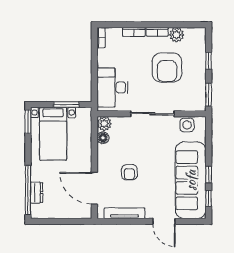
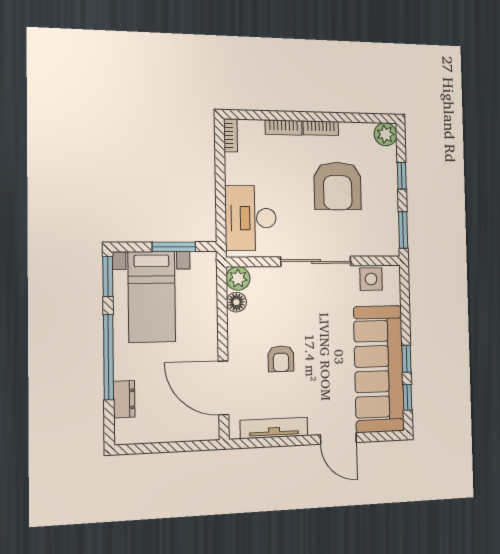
plant: (177, 35) -> (385, 134), moved
window: (28, 190) -> (109, 357), moved

